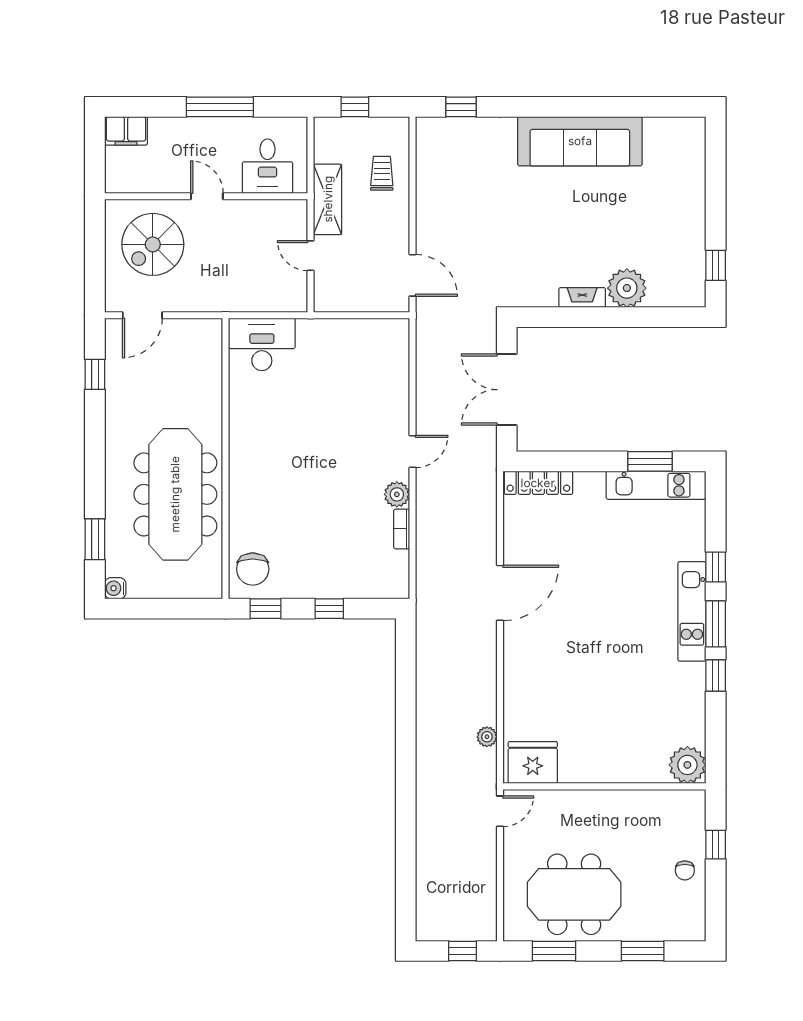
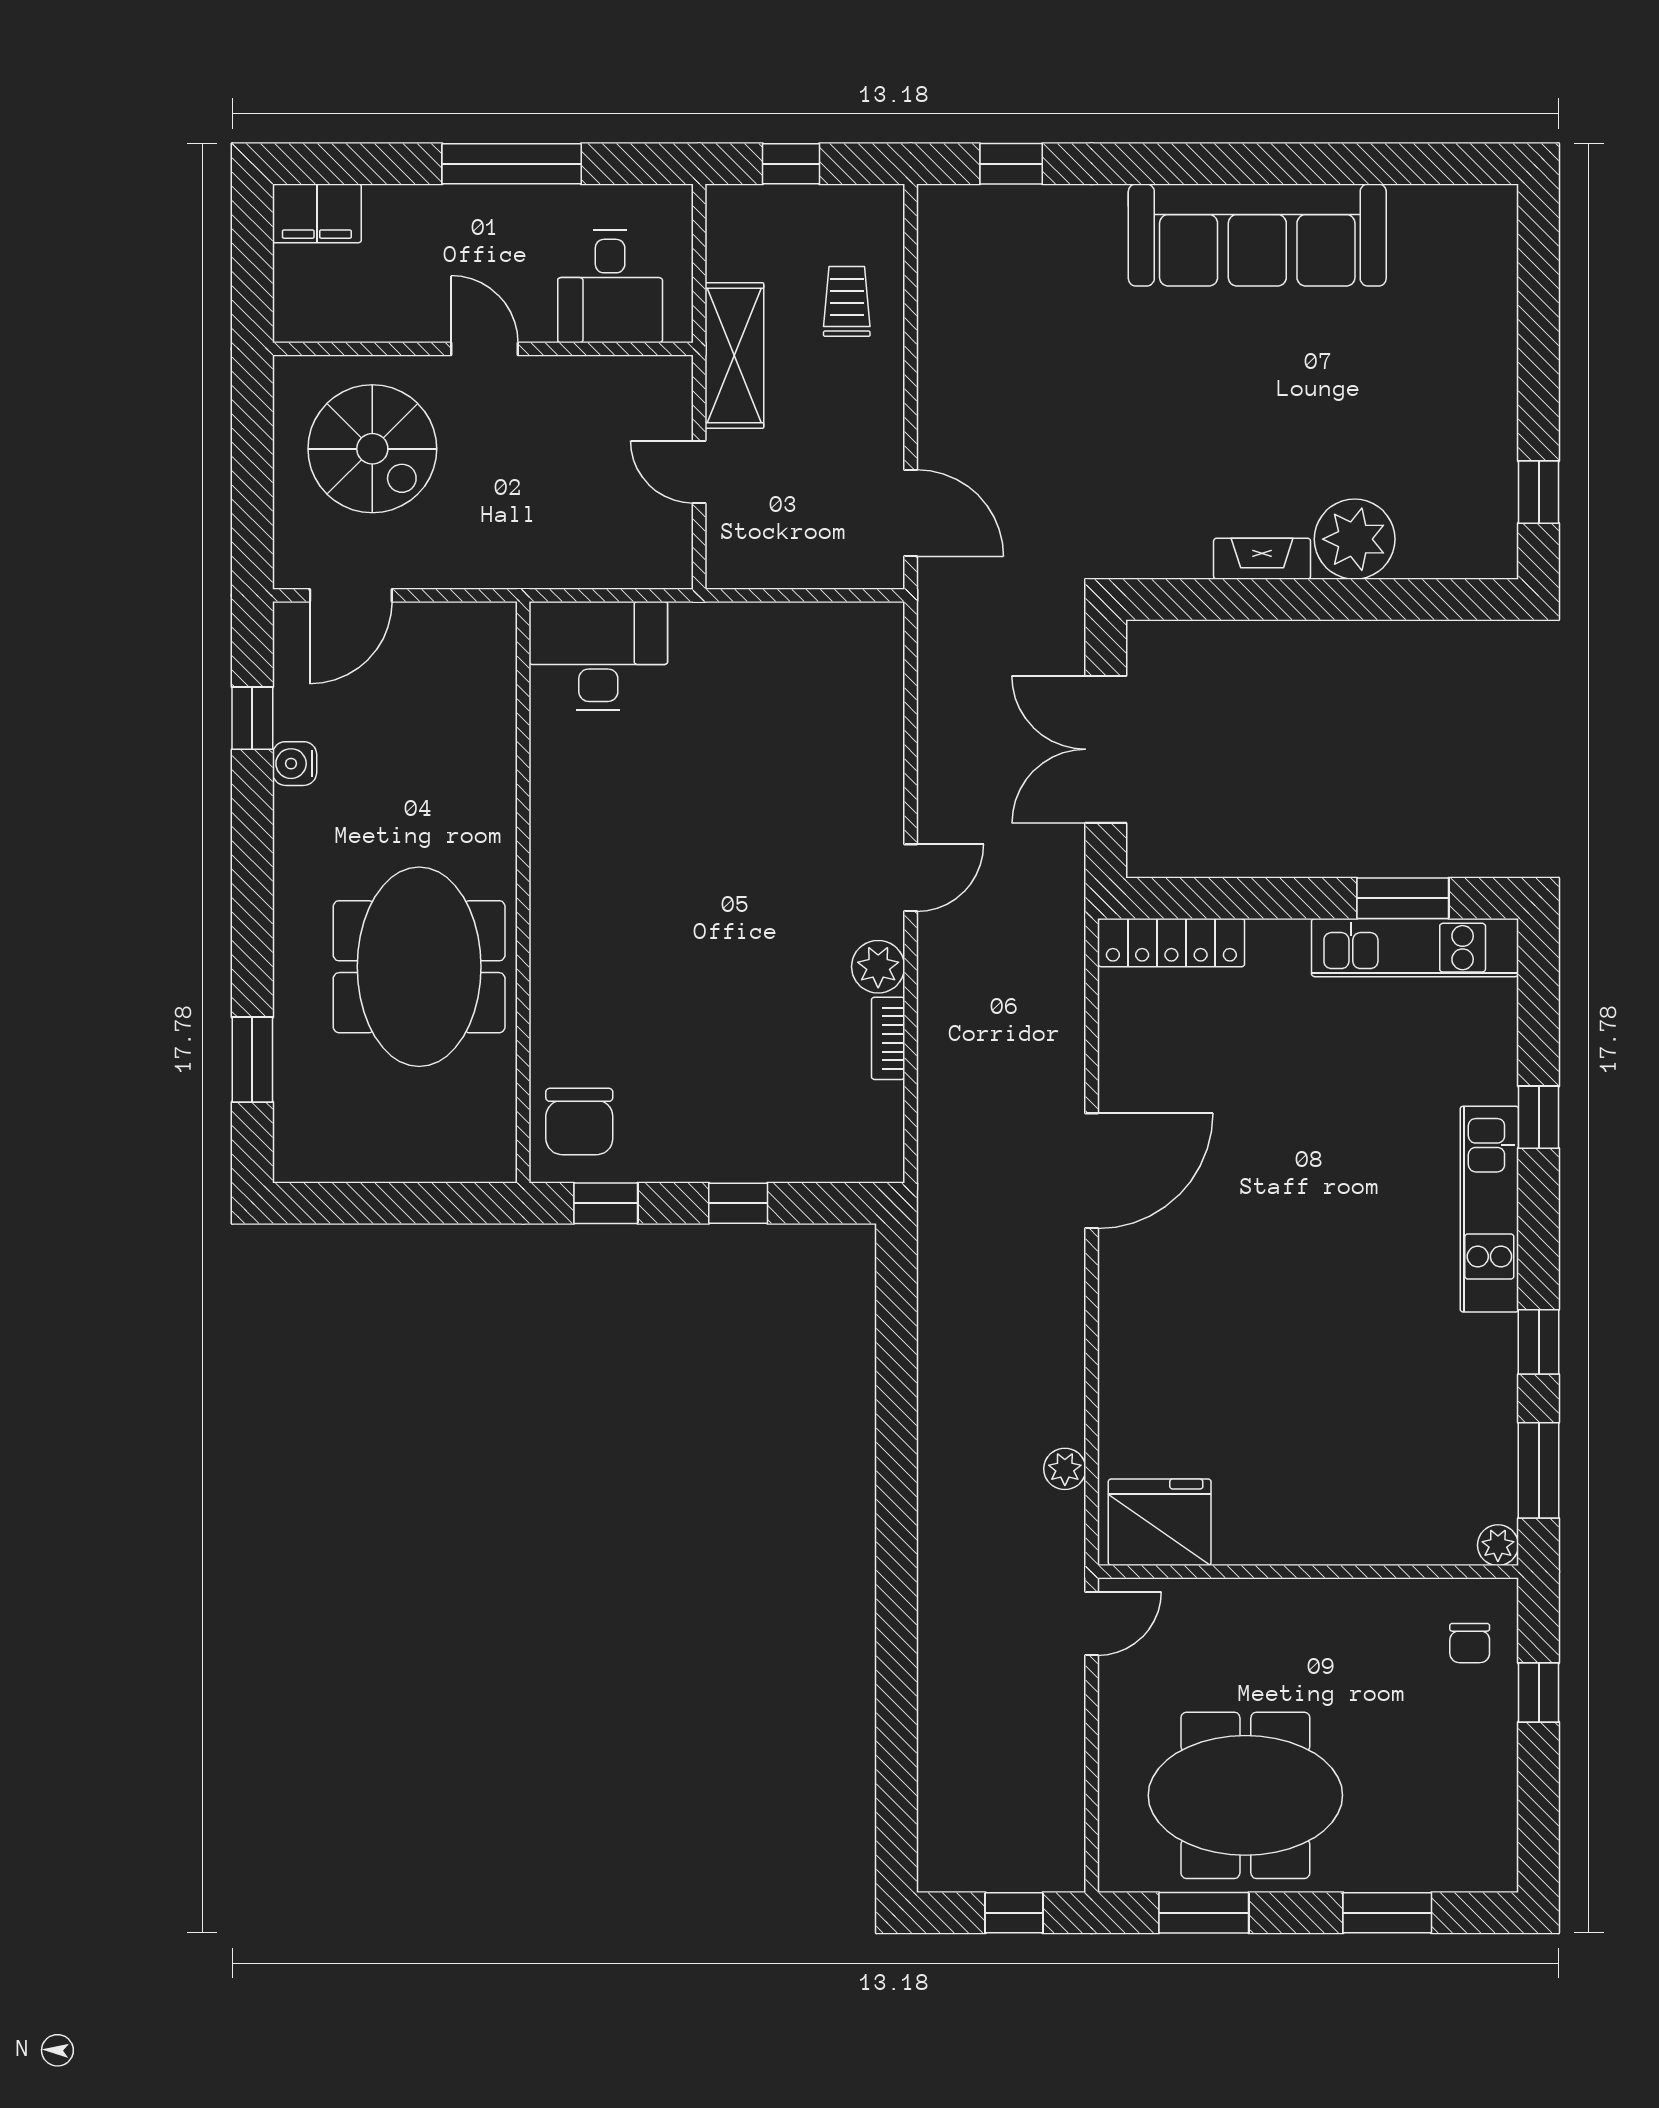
spiral stairs: (153, 244) -> (372, 449), turned -90
meeting table: (175, 494) -> (419, 967), width x0.73
water cooler: (115, 588) -> (295, 764), moved
window: (716, 624) -> (1539, 1470), moved
plant: (687, 765) -> (1498, 1545), width x0.53, depth x0.53
chair: (685, 870) -> (1470, 1643), moved

